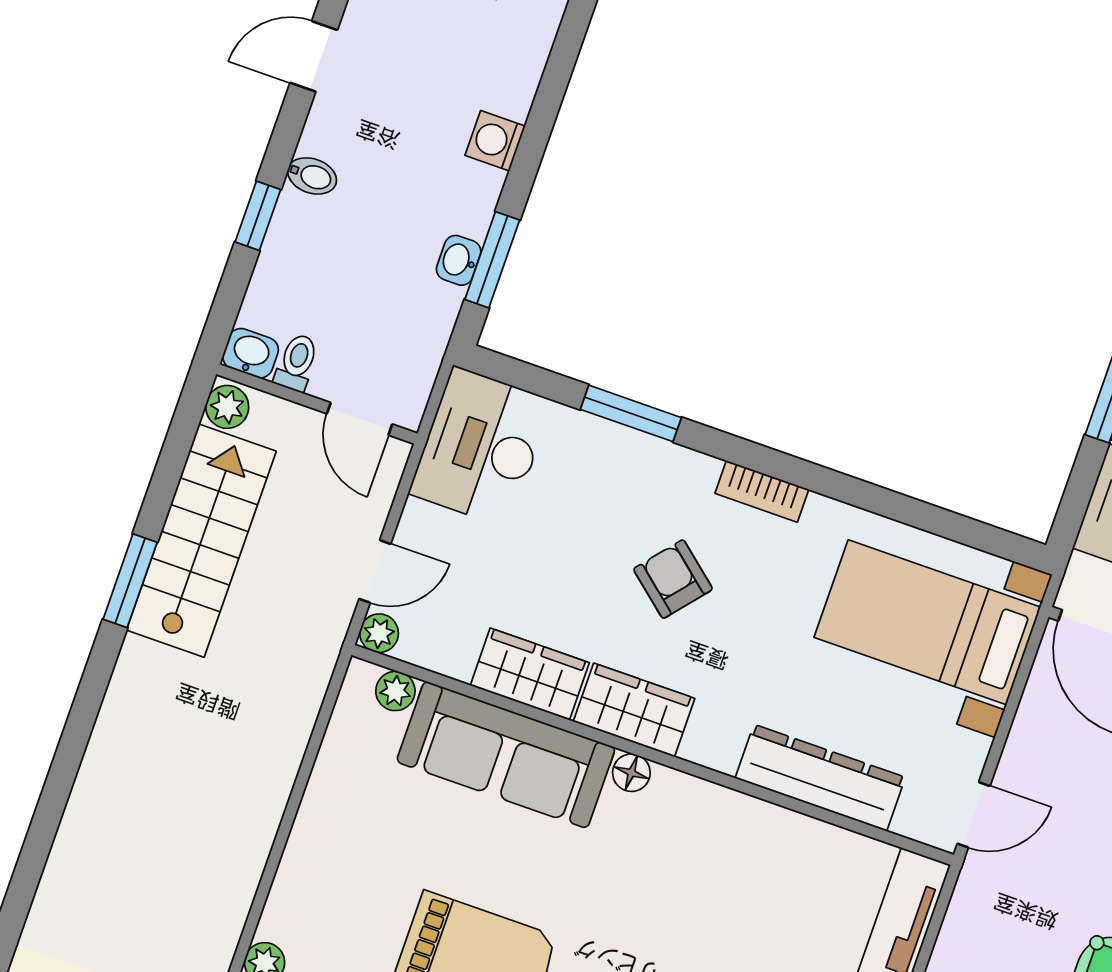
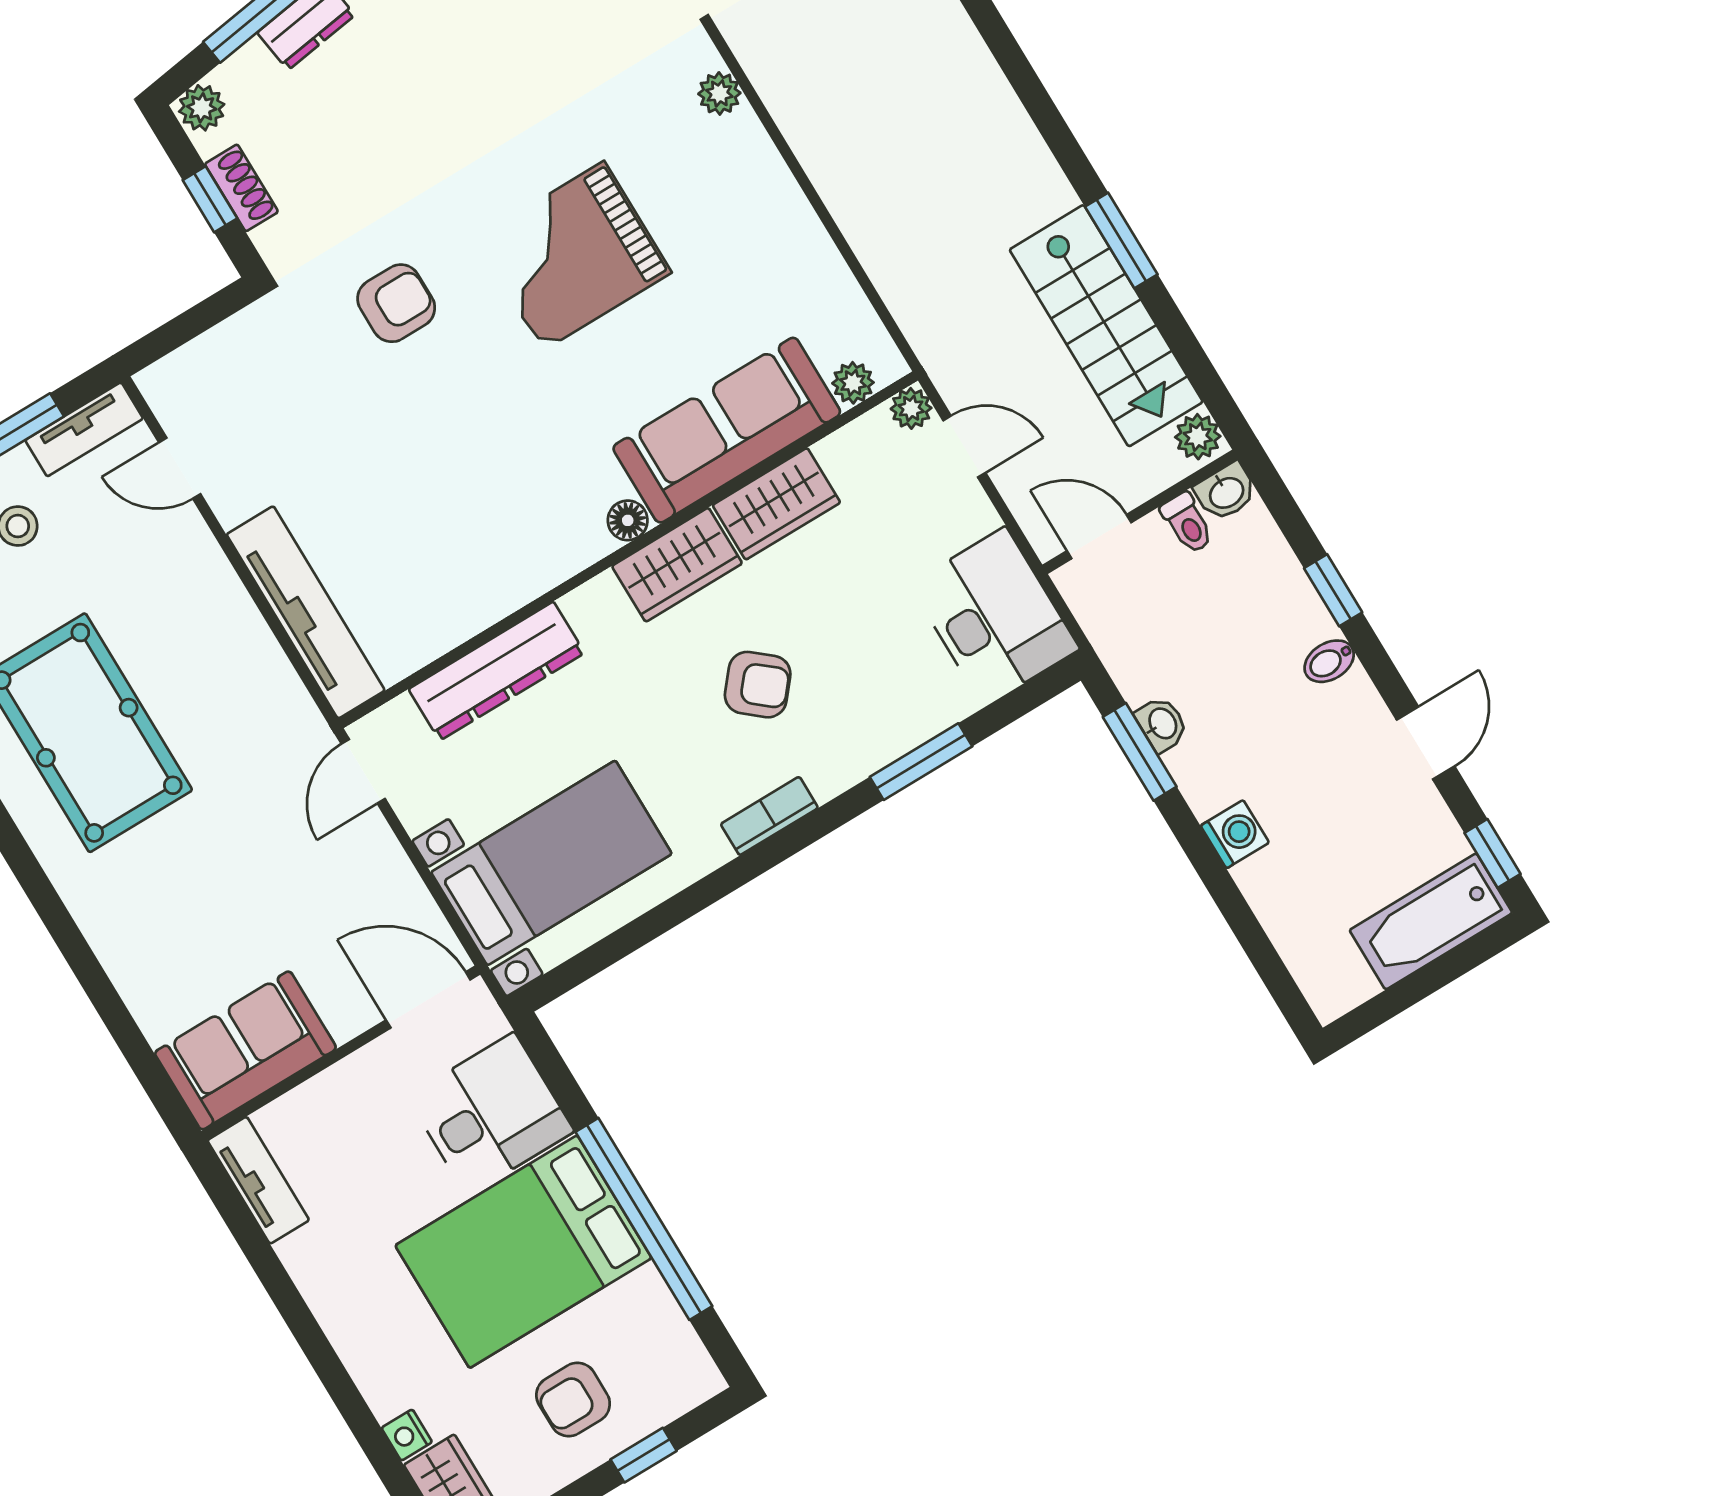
door: (375, 571) -> (964, 447), swing flipped

